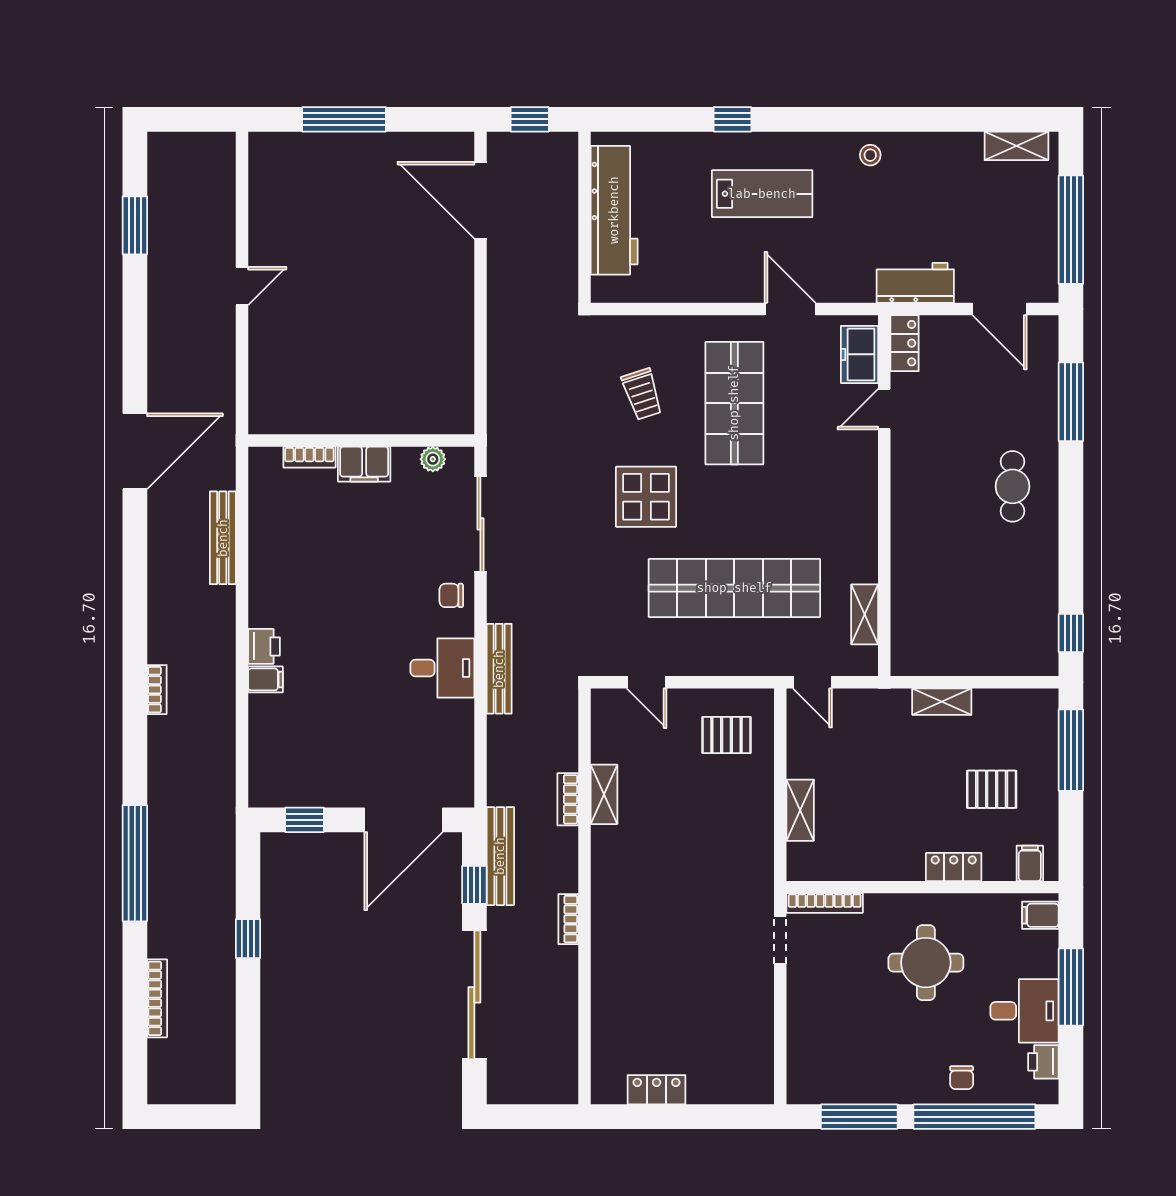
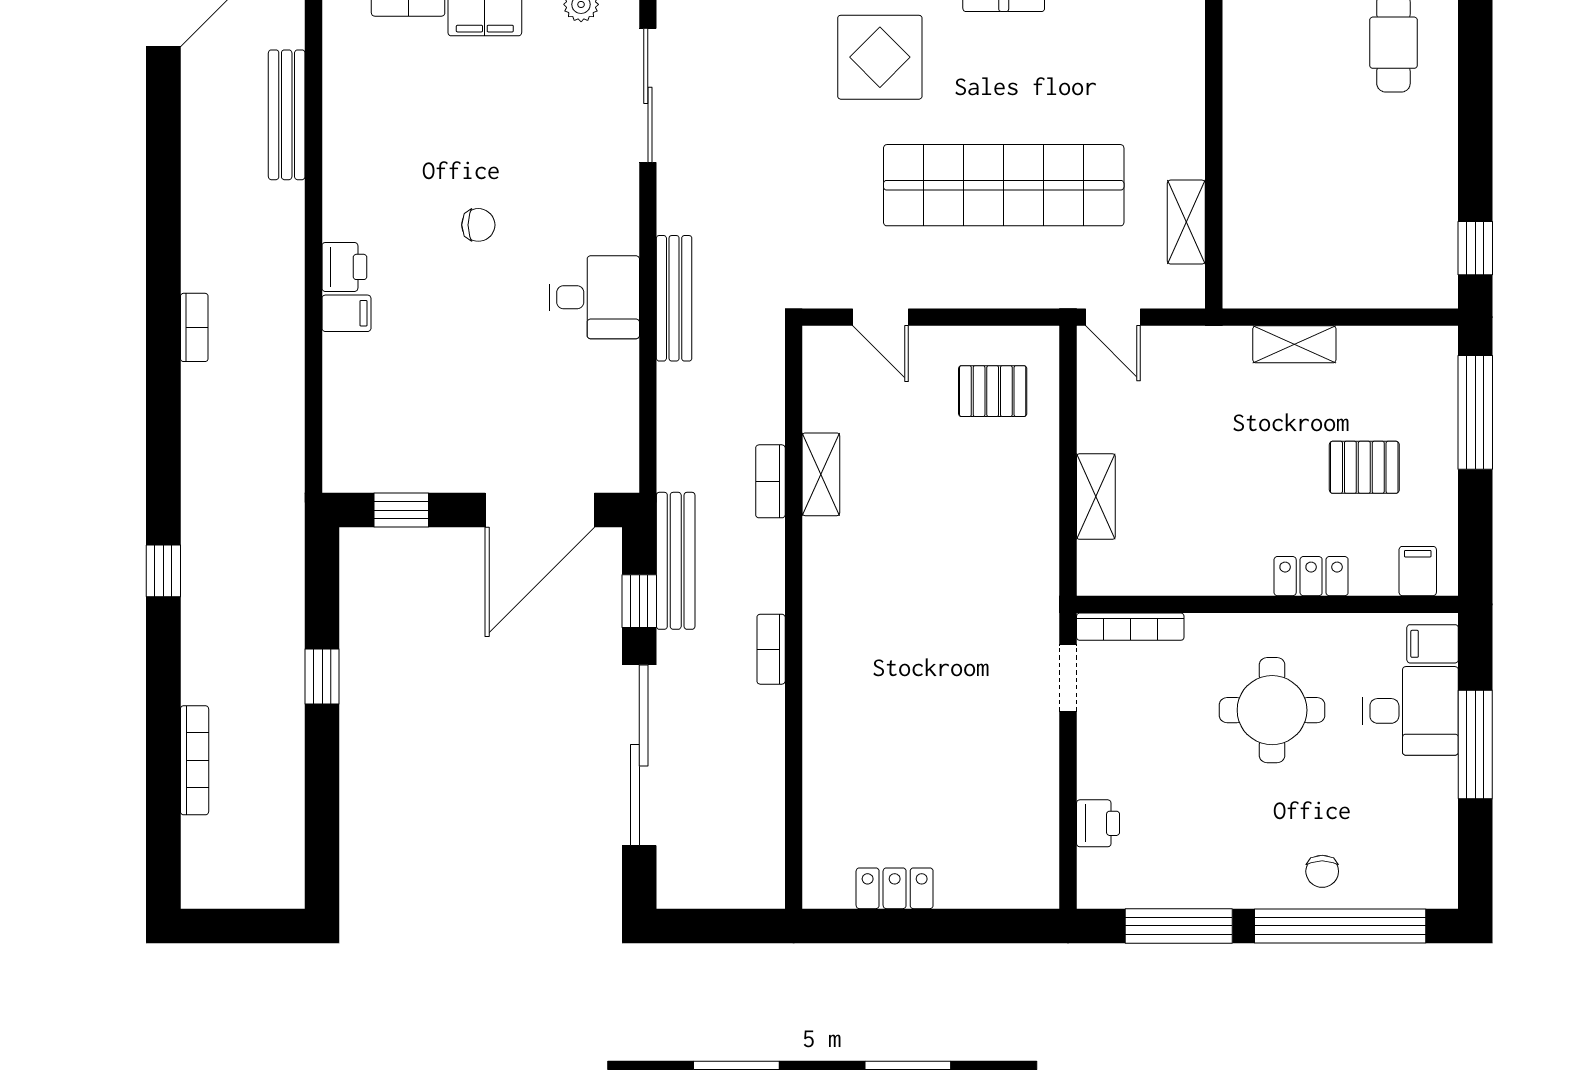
chair: (451, 595) -> (478, 225), moved, turned 180
window: (135, 863) -> (163, 571), width x0.32
desk: (1024, 1011) -> (1410, 711), moved
printer: (1043, 1062) -> (1098, 823), moved, turned 180

